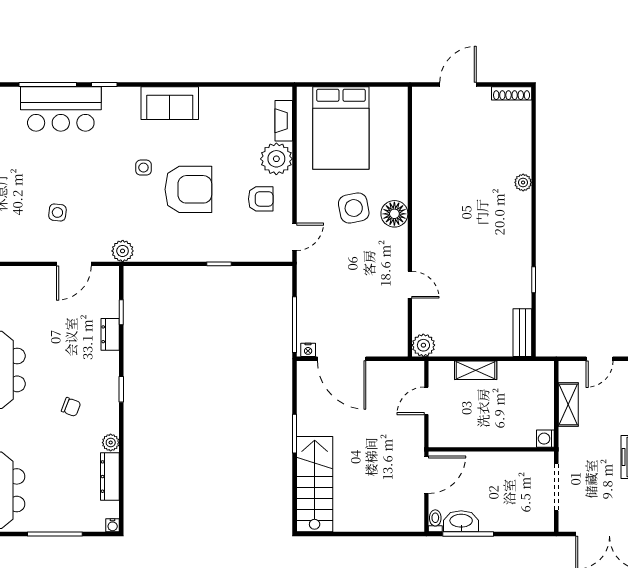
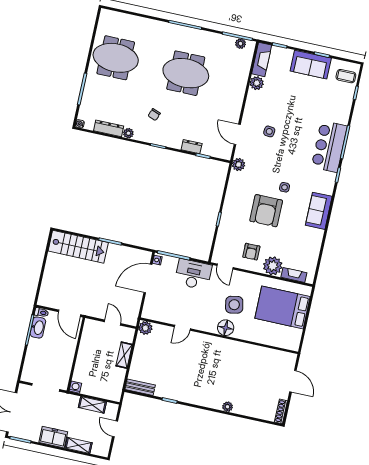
desk: (318, 286) -> (193, 274), added

